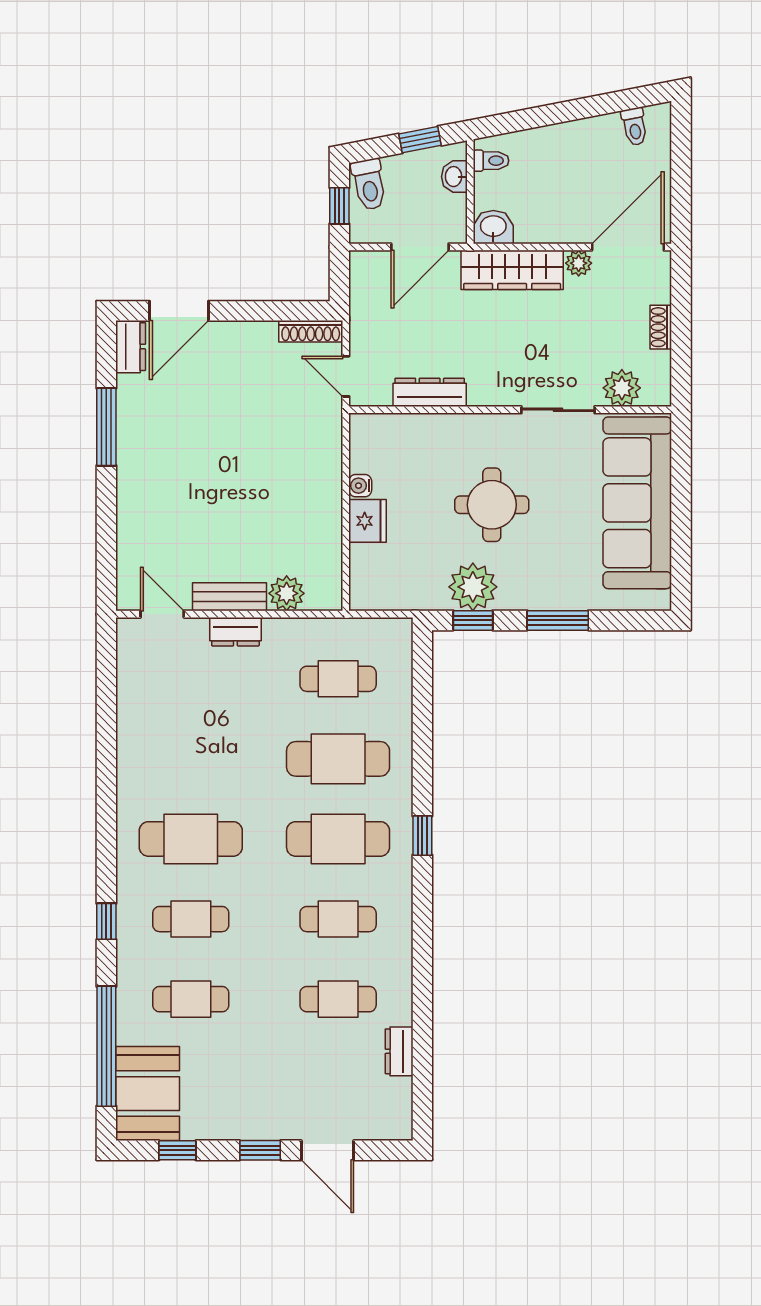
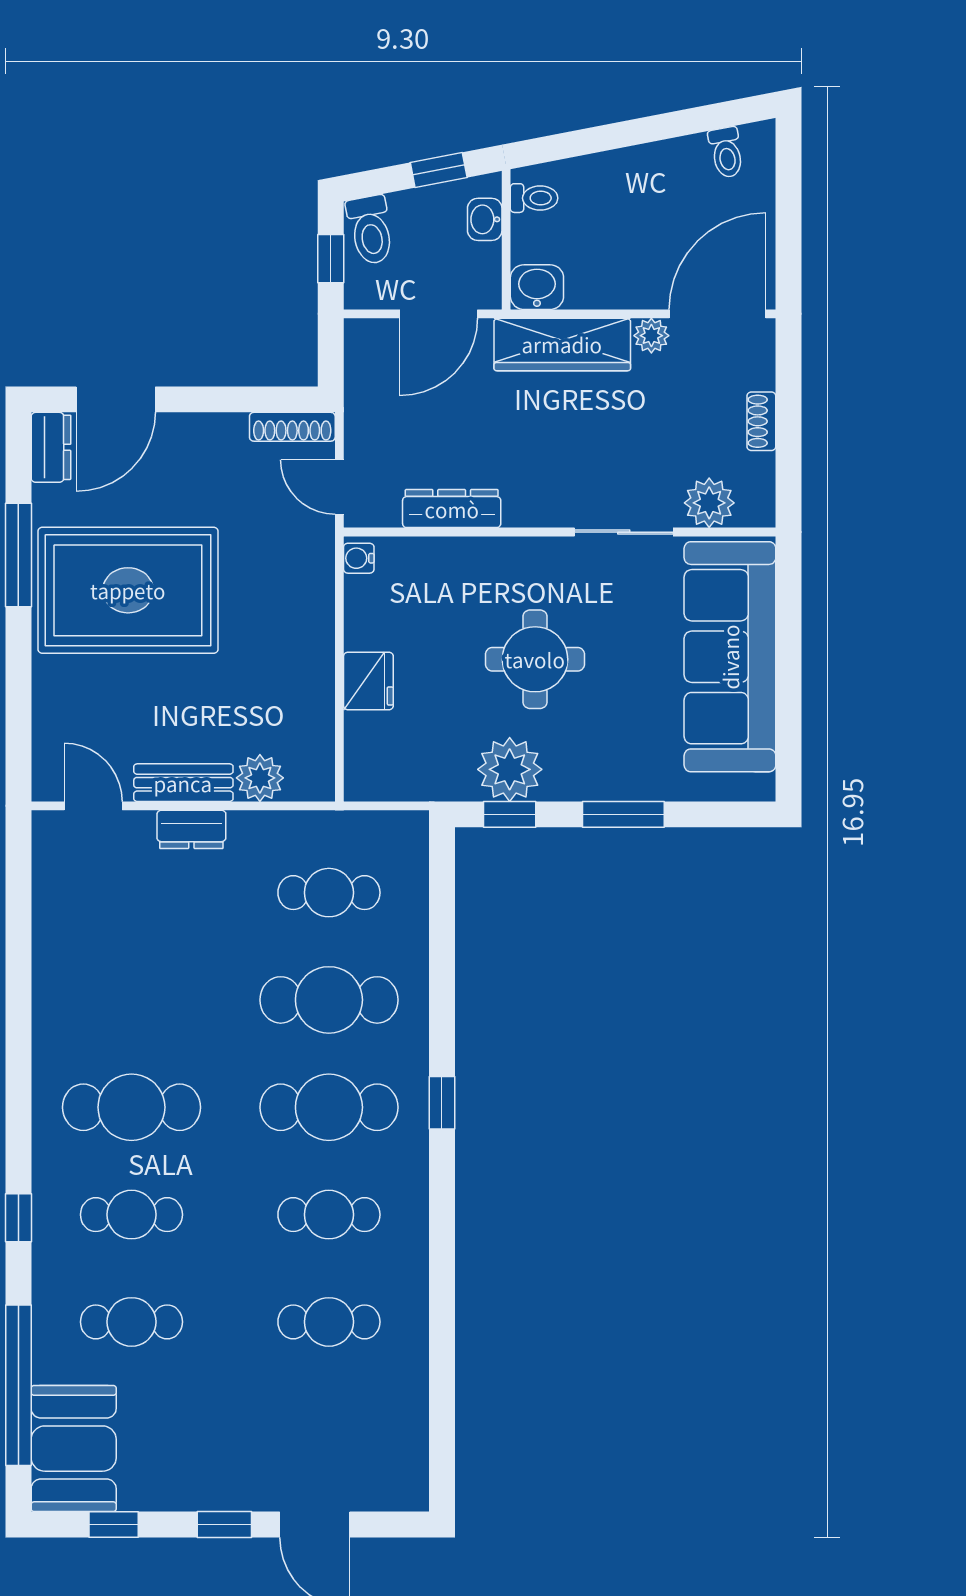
rug: (188, 453) -> (128, 590), added
water cooler: (360, 486) -> (359, 558), moved
dresser: (399, 1051) -> (411, 1392), removed

